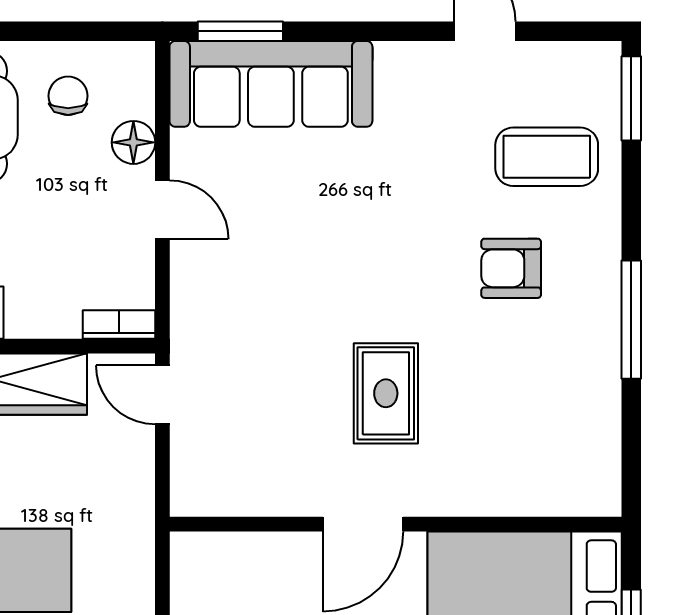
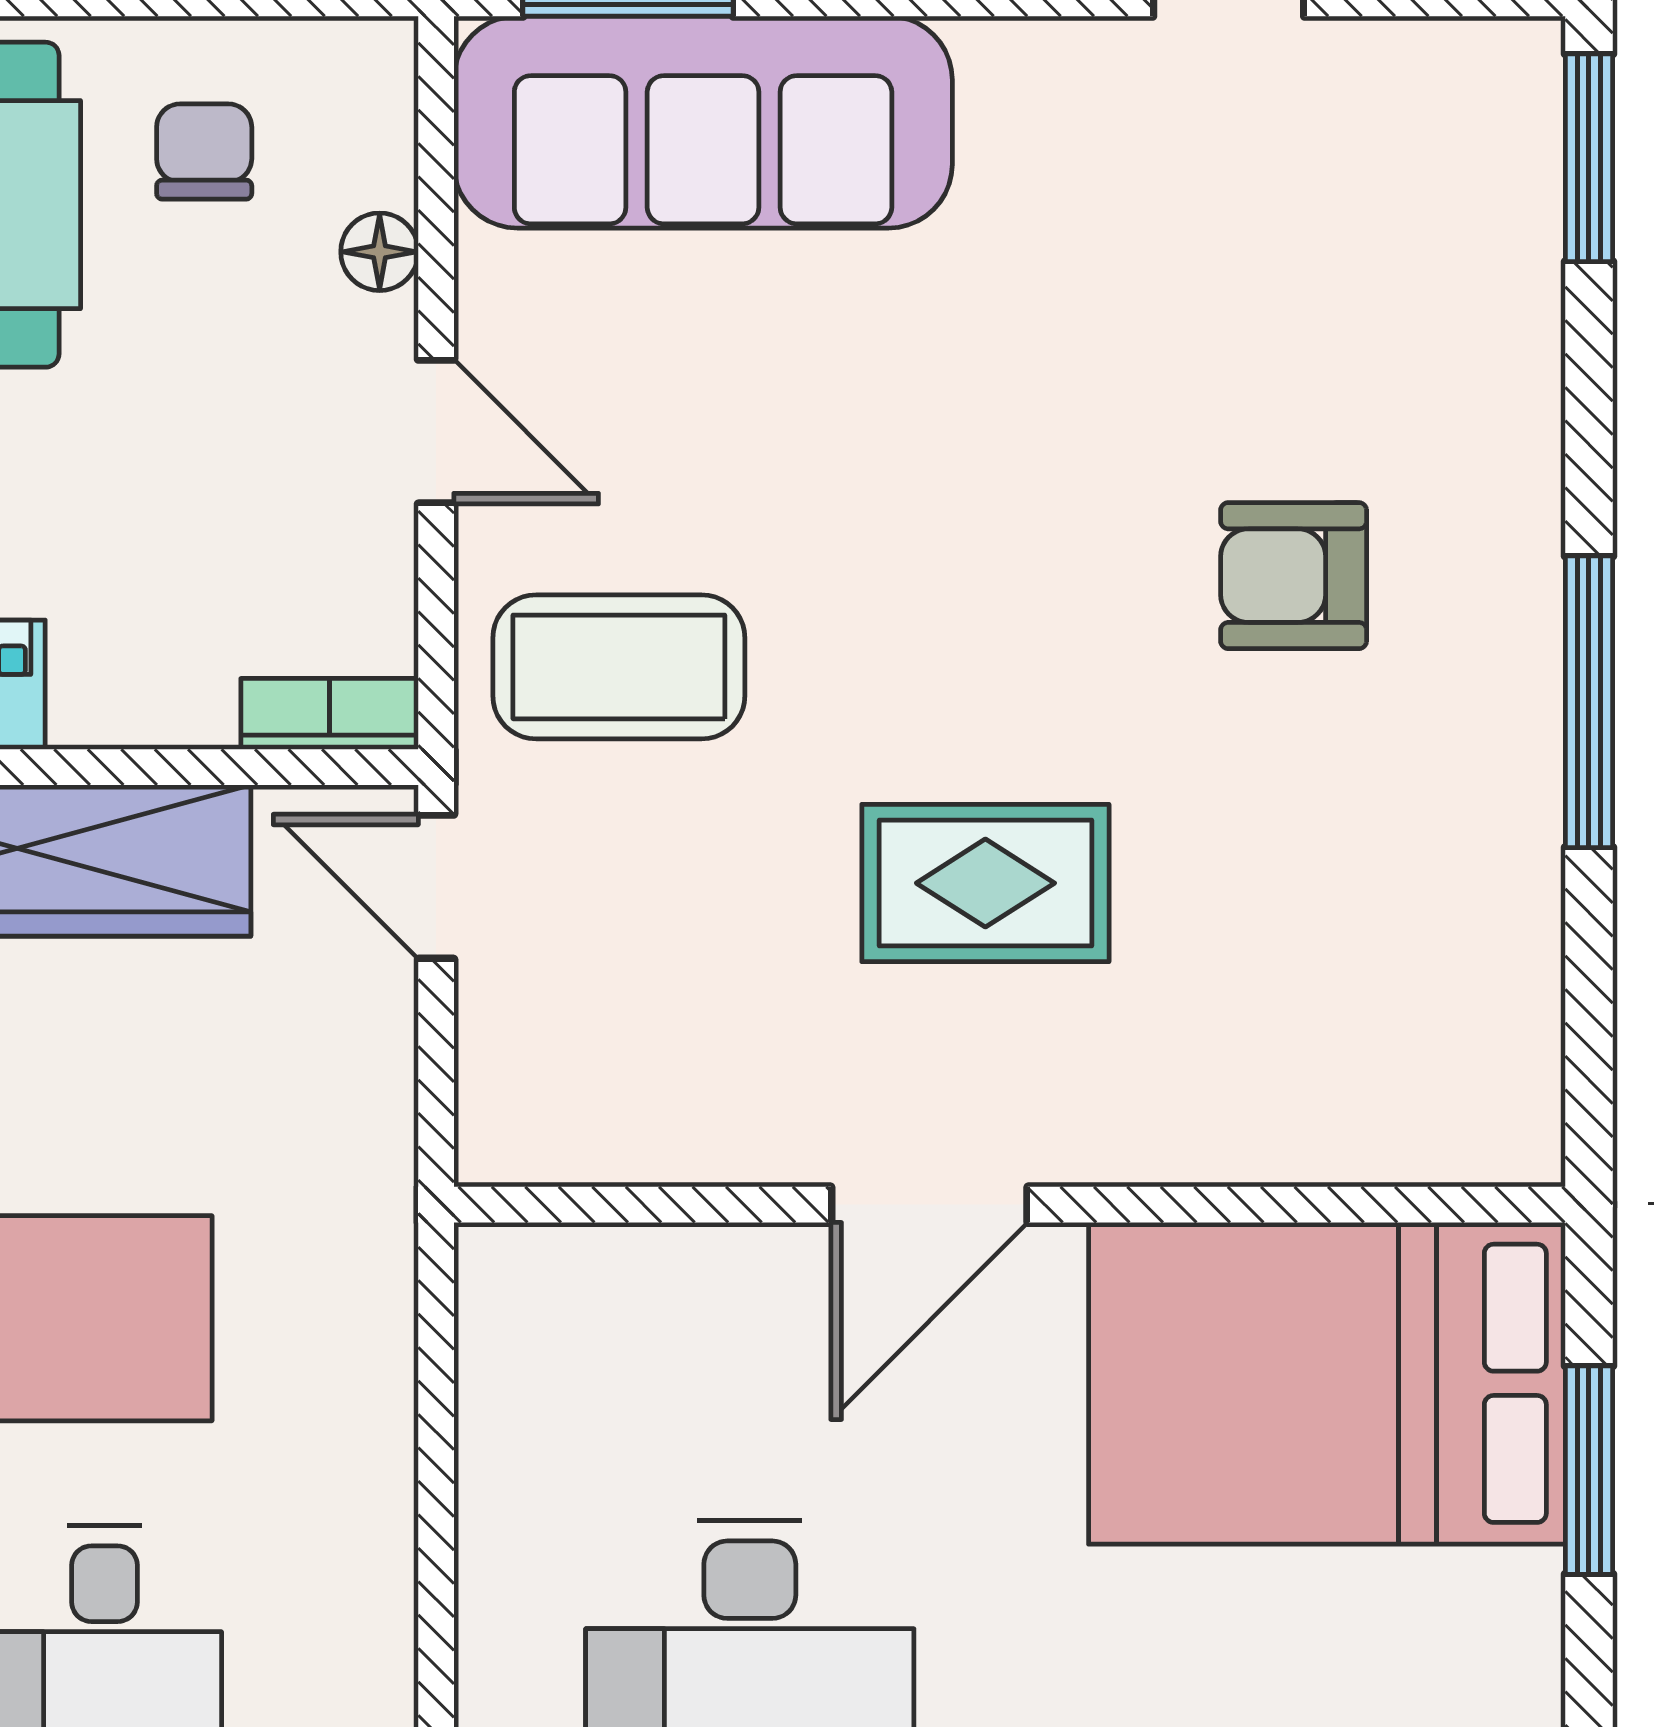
floor lamp: (133, 142) -> (380, 252), width x0.73, depth x0.73
coffee table: (547, 157) -> (619, 667), moved
rug: (386, 393) -> (985, 883), turned 90

